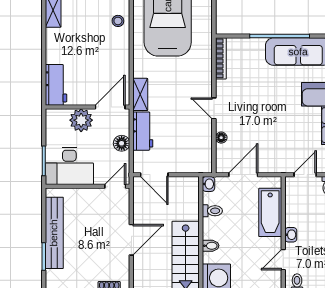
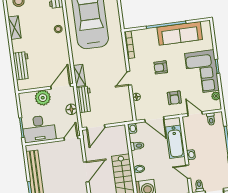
workbench: (56, 85) -> (22, 66), moved
armchair: (263, 99) -> (161, 67), added
door: (214, 108) -> (129, 78), hinge flipped
armchair: (277, 147) -> (174, 98), added
door: (154, 175) -> (96, 127), hinge flipped
door: (243, 175) -> (154, 119), swing flipped
door: (305, 175) -> (195, 114), hinge flipped
door: (283, 260) -> (188, 172), hinge flipped

